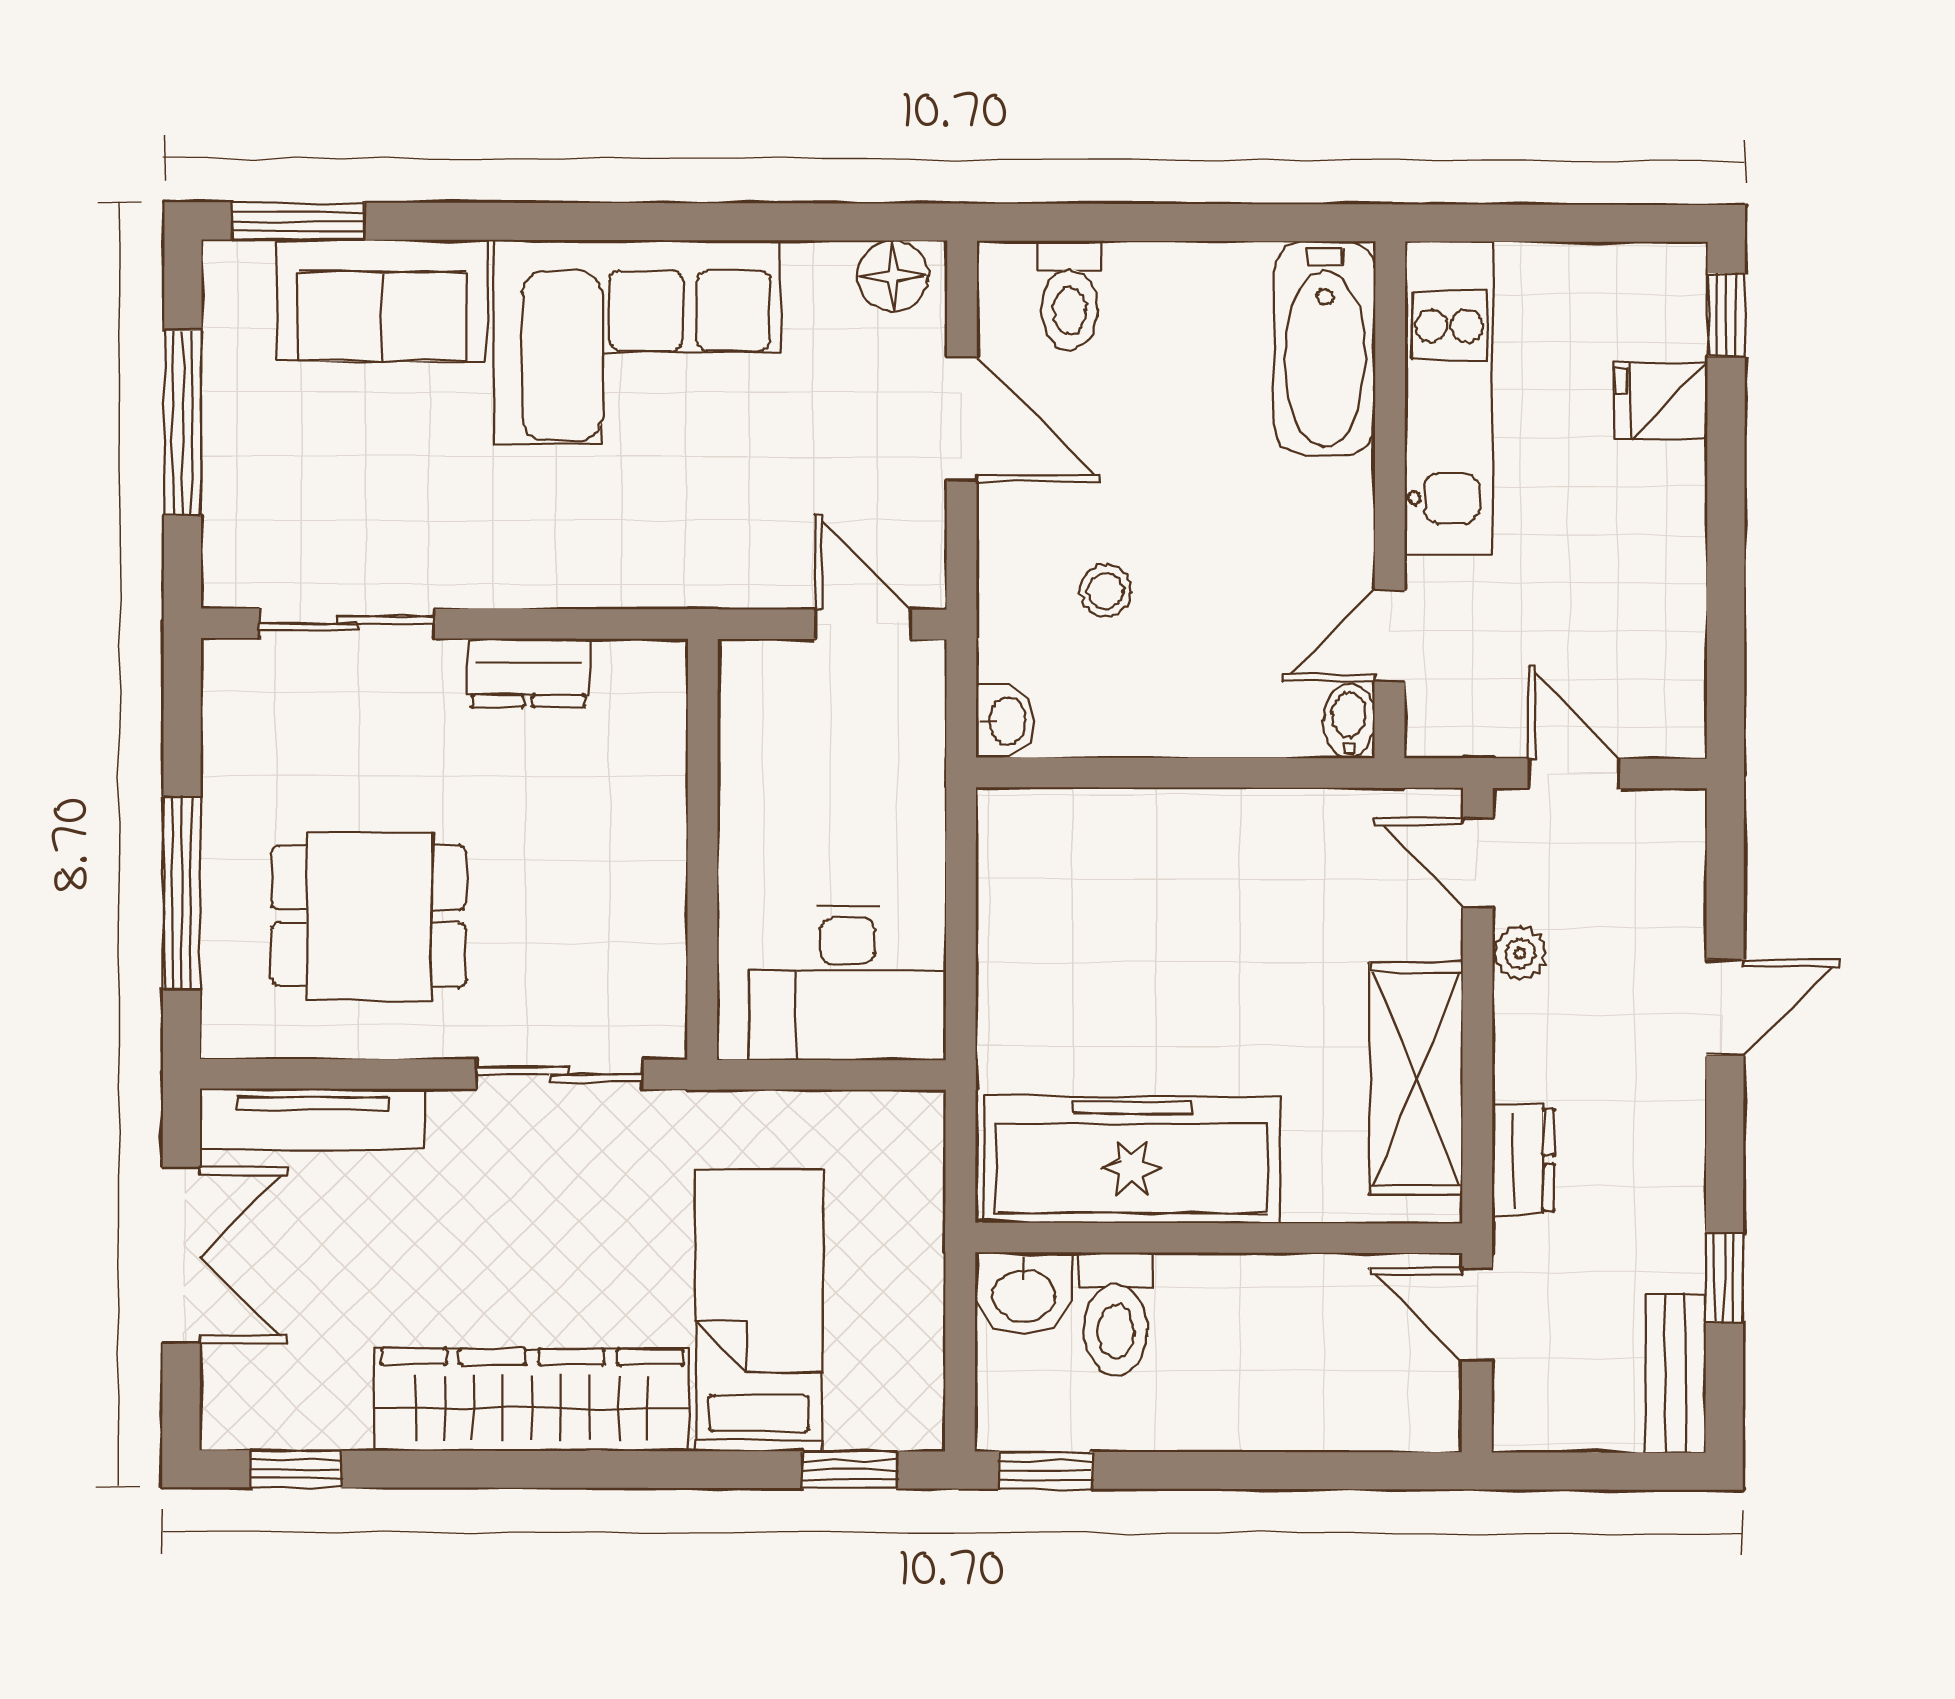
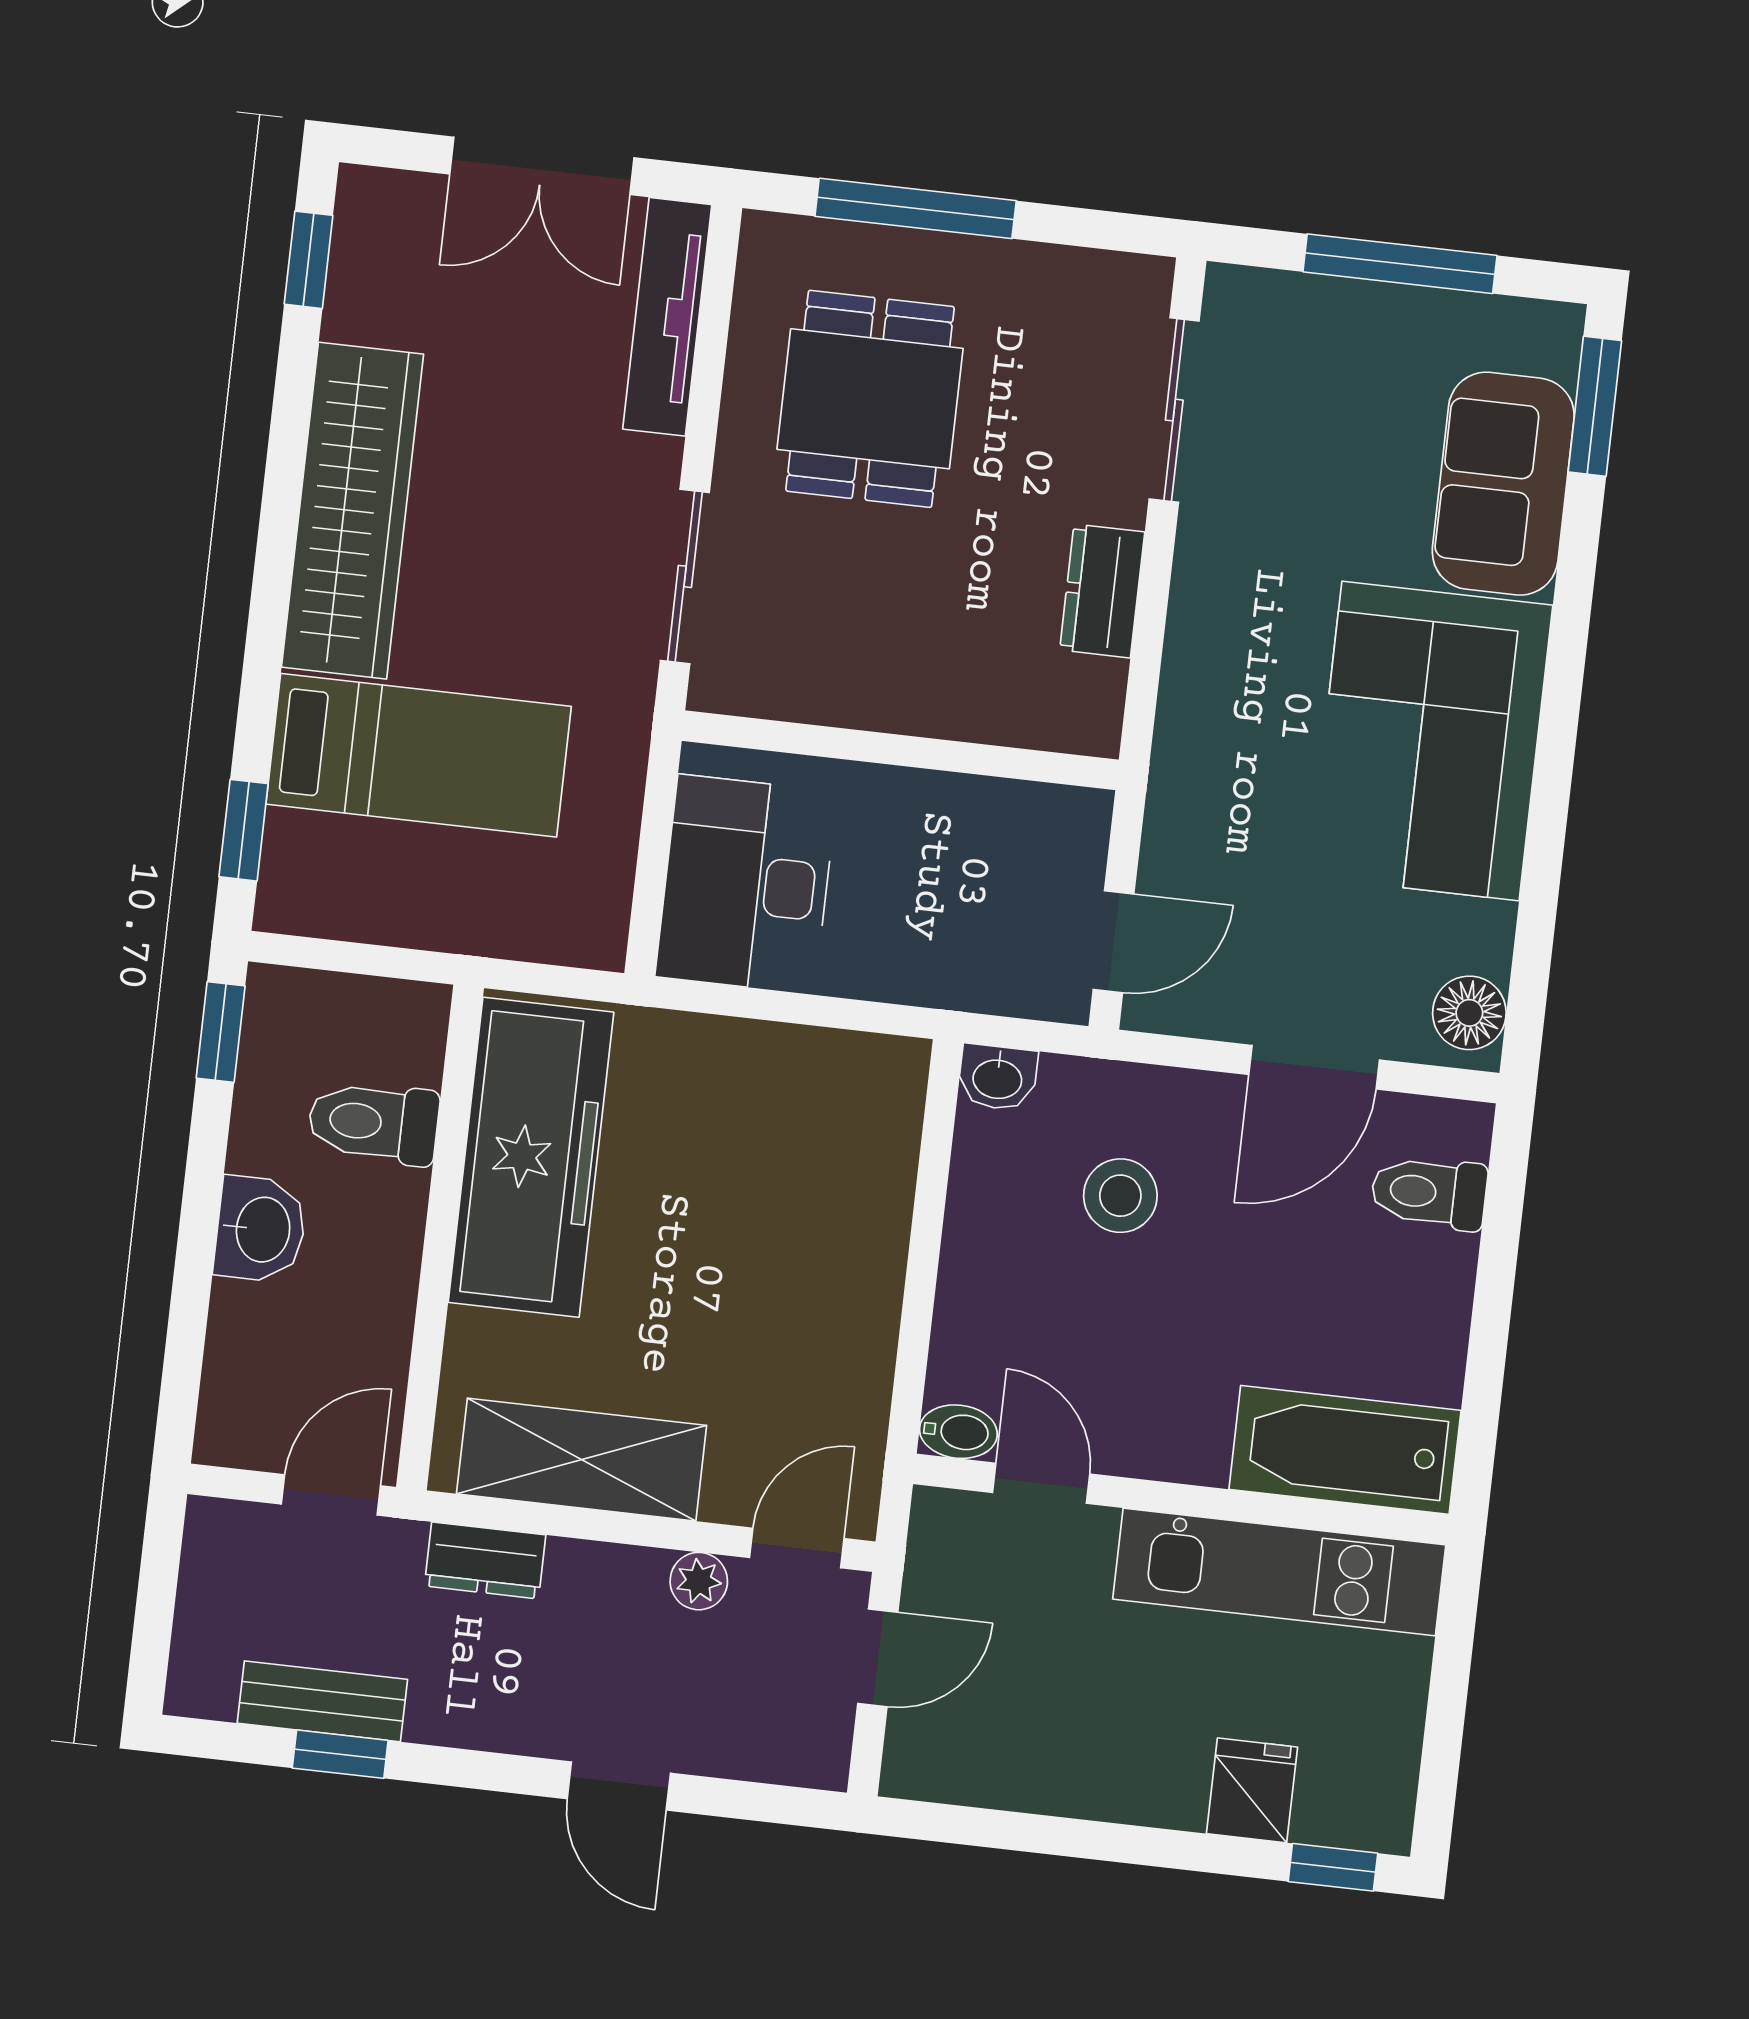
stool: (1105, 591) -> (1120, 1196), width x1.37, depth x1.37
washbasin: (1024, 1294) -> (260, 1229), moved, turned 180
bench: (1676, 1374) -> (322, 1701), moved

